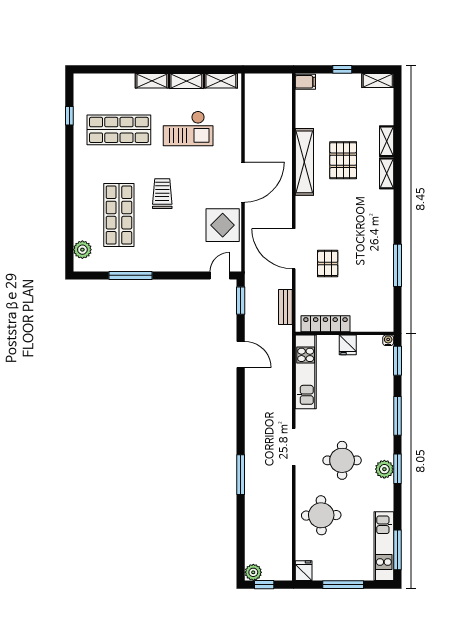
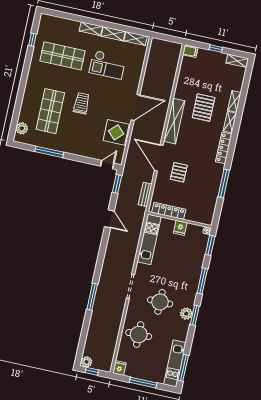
shelving: (304, 162) -> (174, 121), moved
locker: (386, 213) -> (224, 148), added

